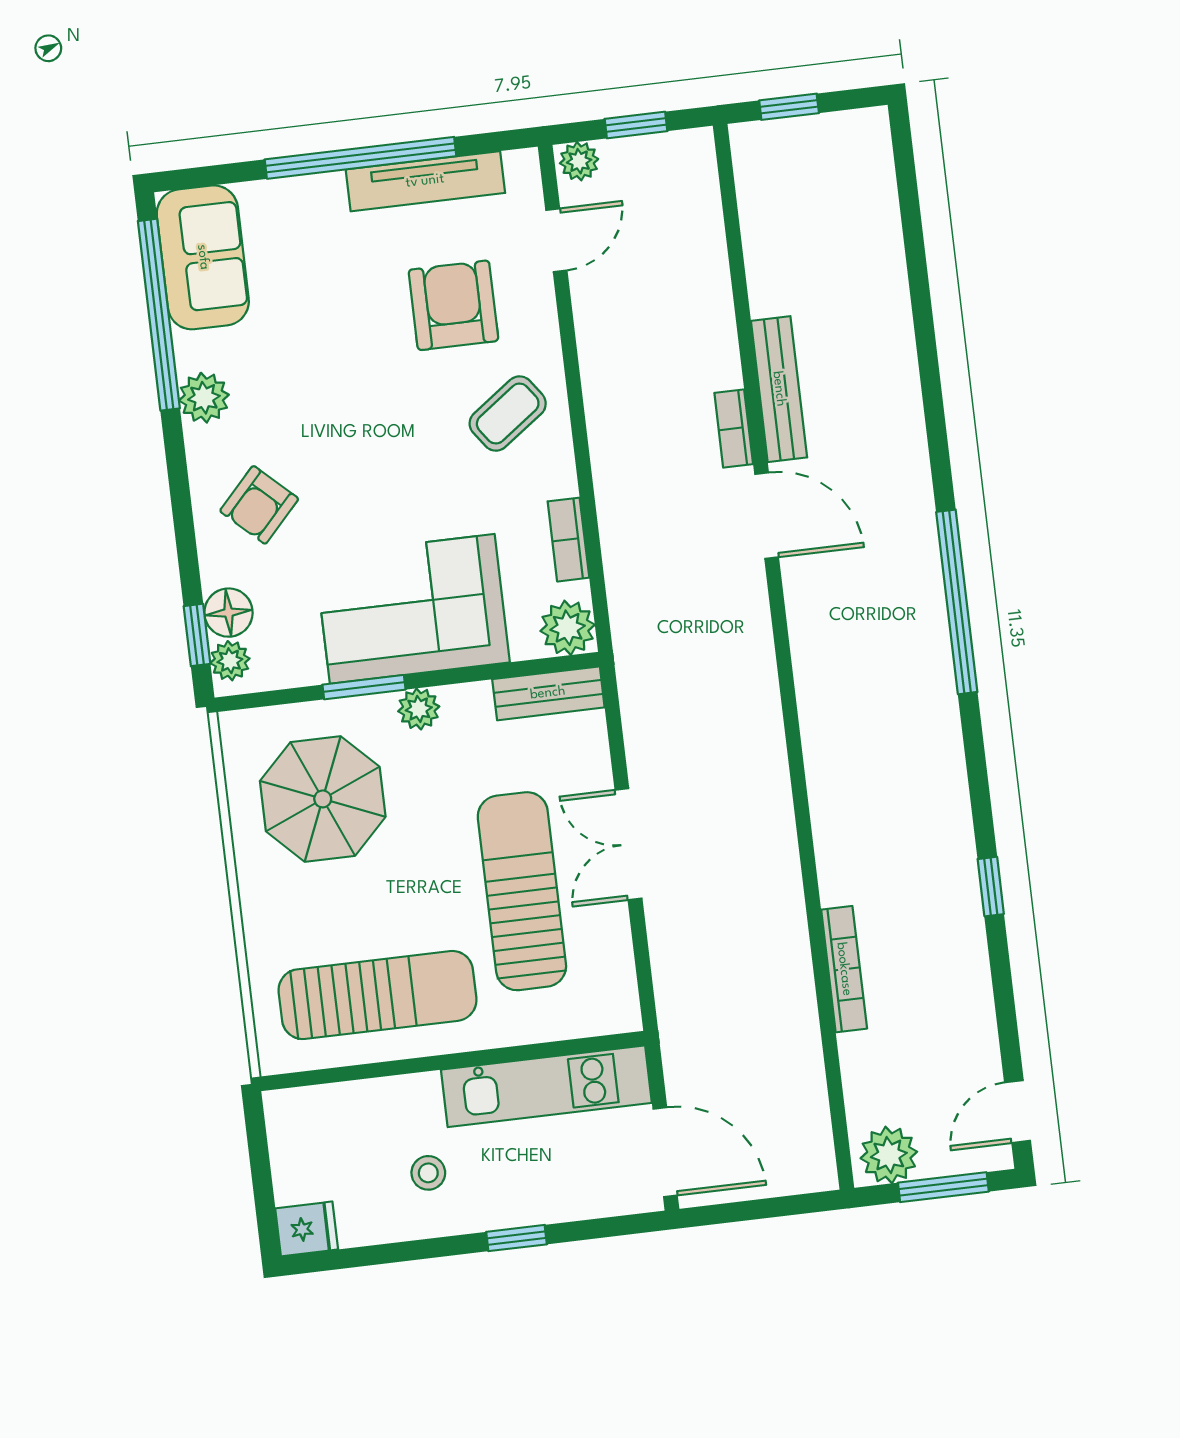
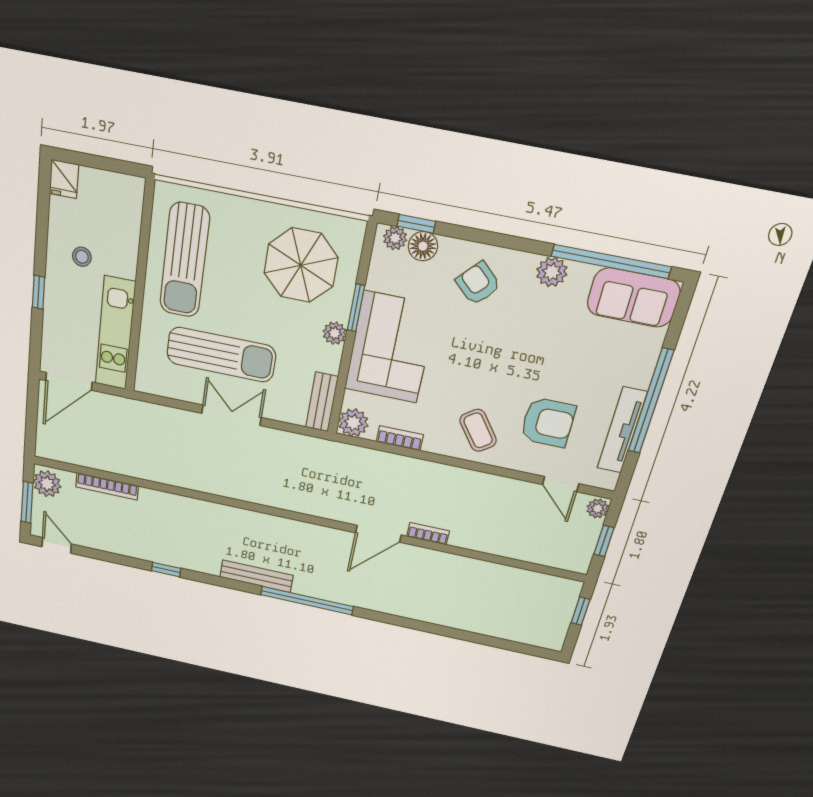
bench: (779, 389) -> (256, 576), moved
bookcase: (844, 969) -> (107, 486), moved

